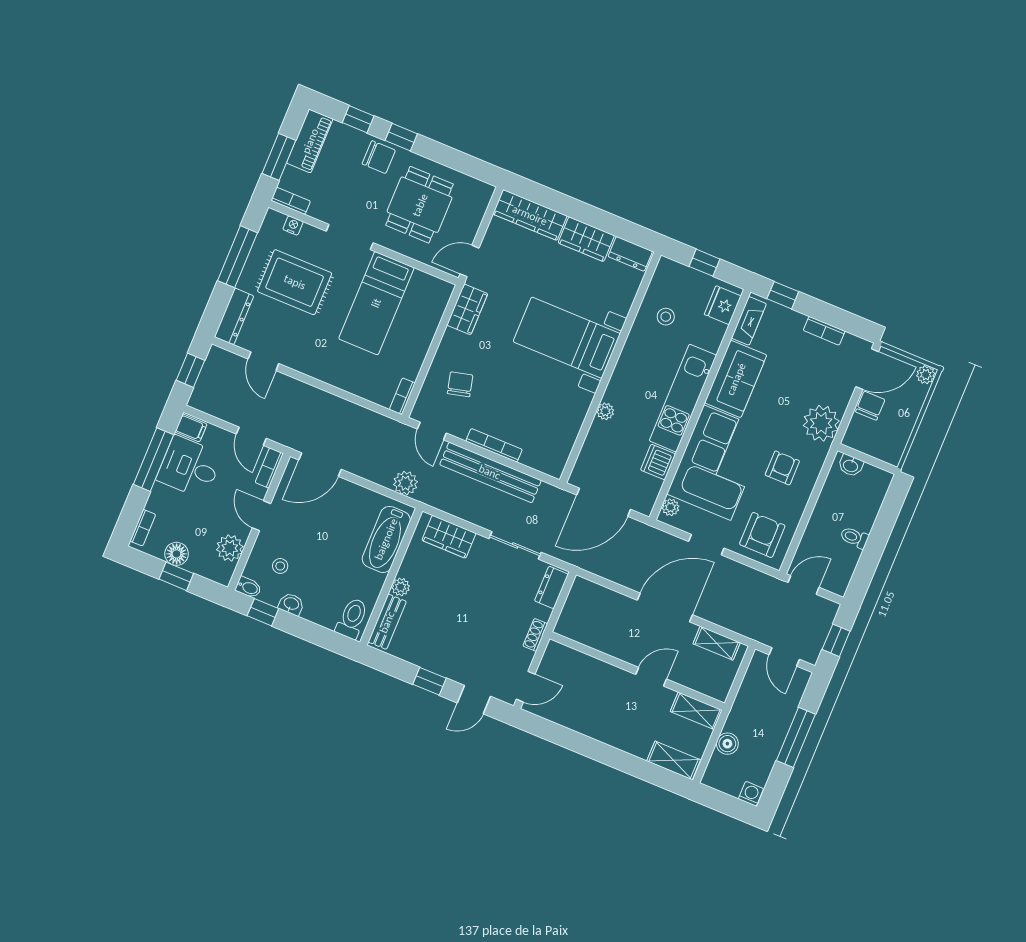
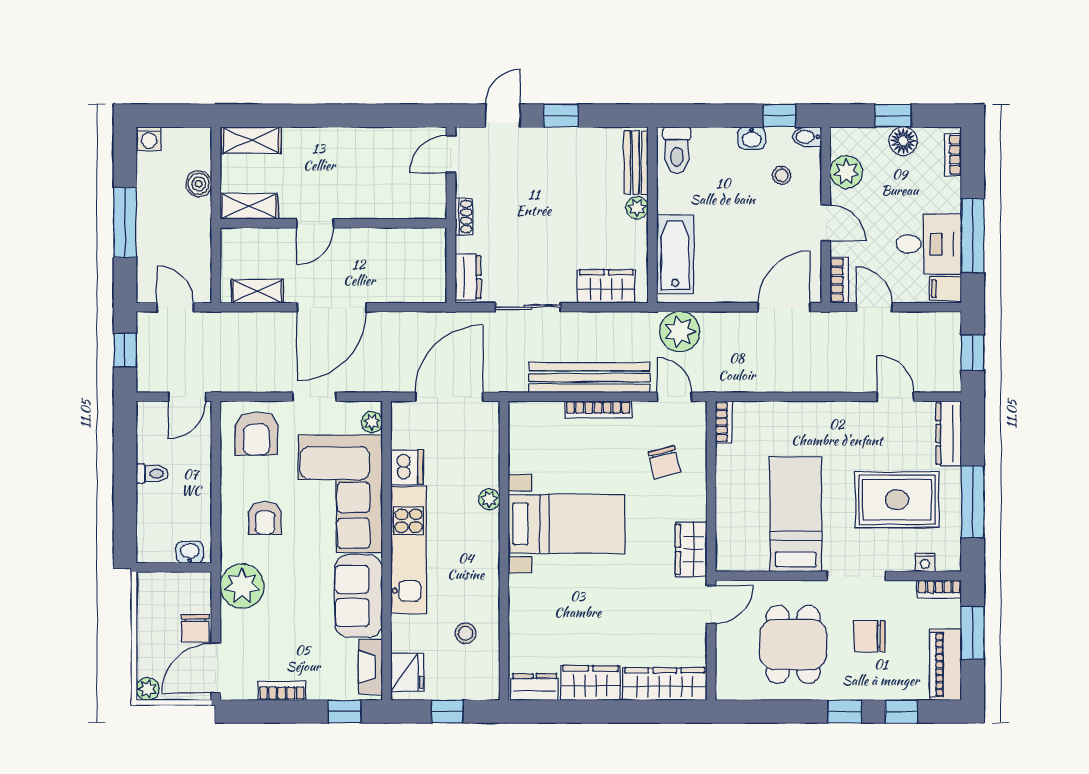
chair: (379, 157) -> (869, 636), moved
bed with nightstands: (567, 338) -> (567, 524), moved
plant: (405, 483) -> (680, 332), width x1.36, depth x1.36

